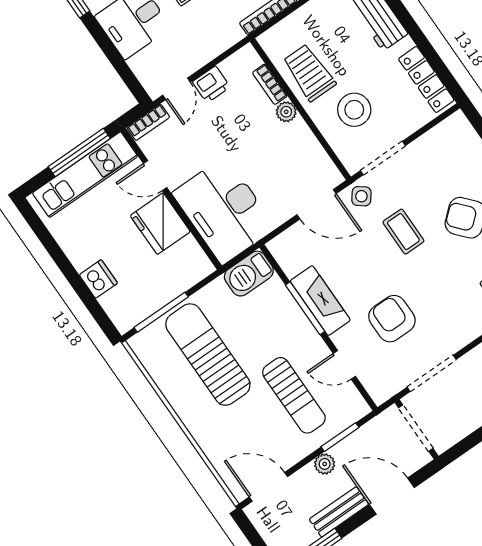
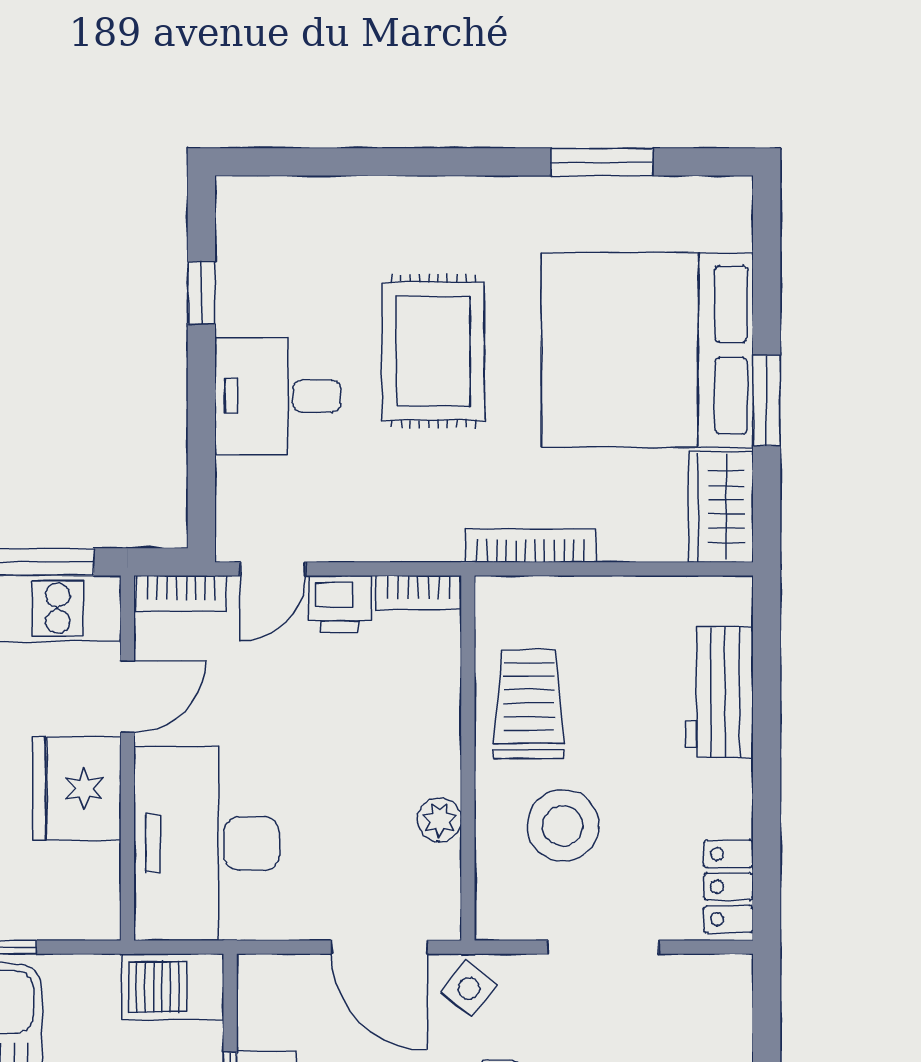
locker: (426, 79) -> (728, 887), width x0.66
bookcase: (270, 84) -> (418, 593), moved, turned -90
plant: (286, 112) -> (439, 820), moved
doorway: (383, 158) -> (603, 947), moved
door: (155, 176) -> (127, 697), swing flipped

